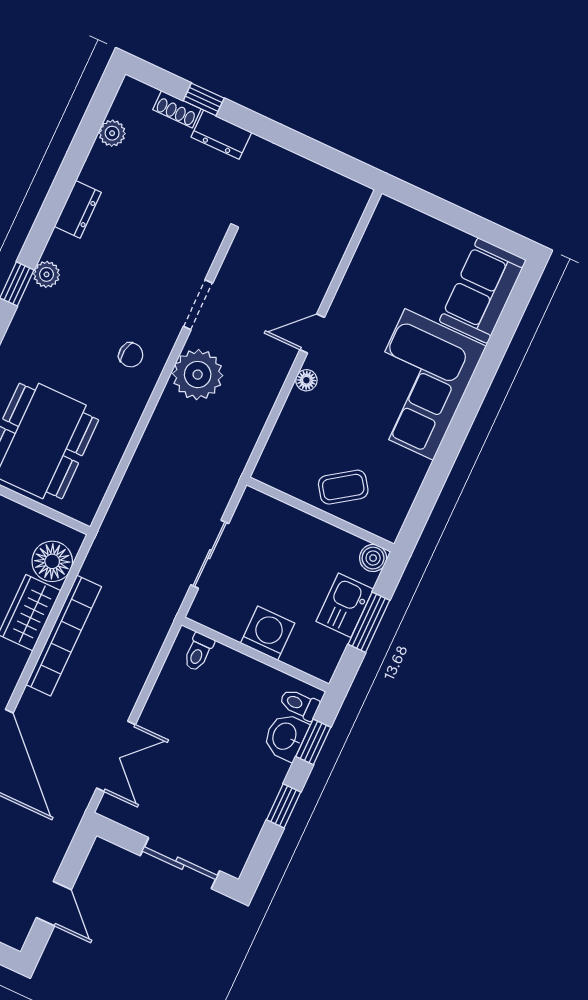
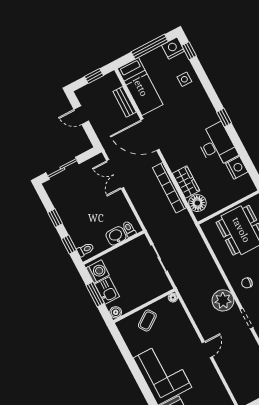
floor lamp: (306, 380) -> (173, 298), moved
washing machine: (268, 633) -> (98, 271), moved, turned -90
washbasin: (285, 737) -> (116, 236), moved, turned -90

